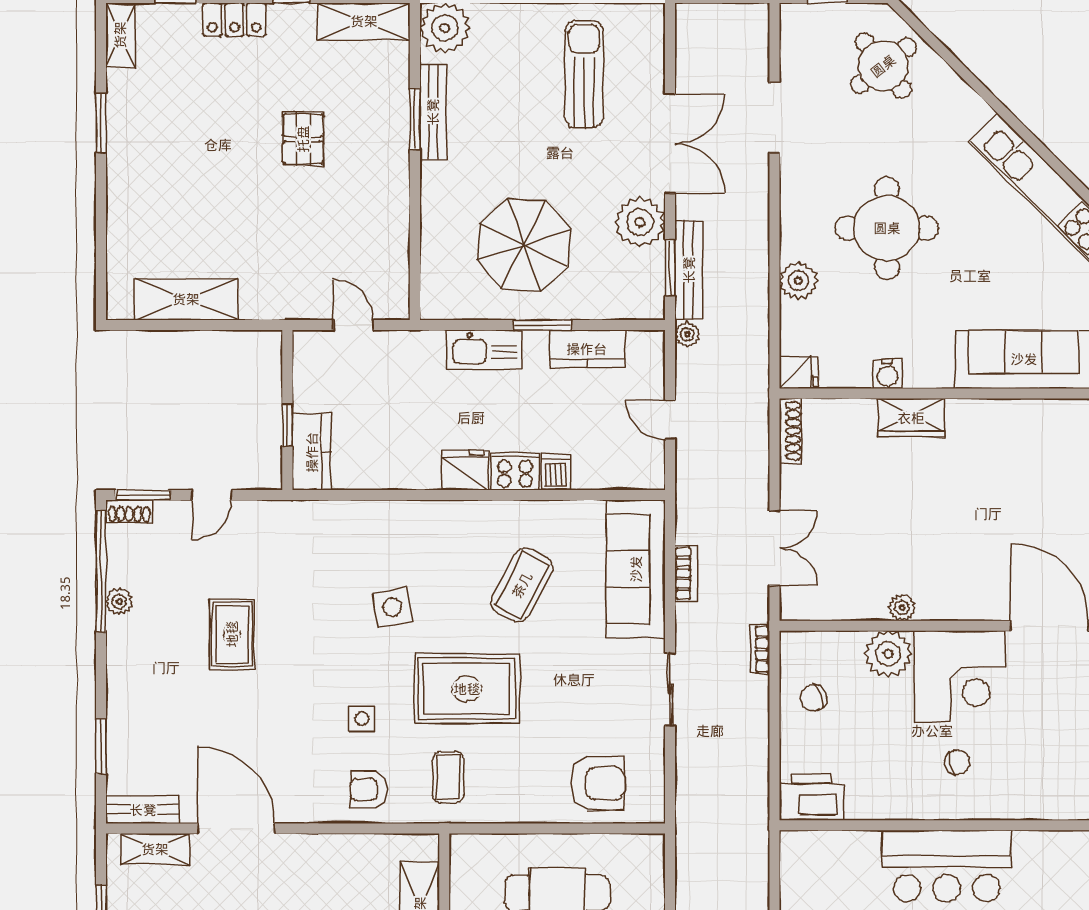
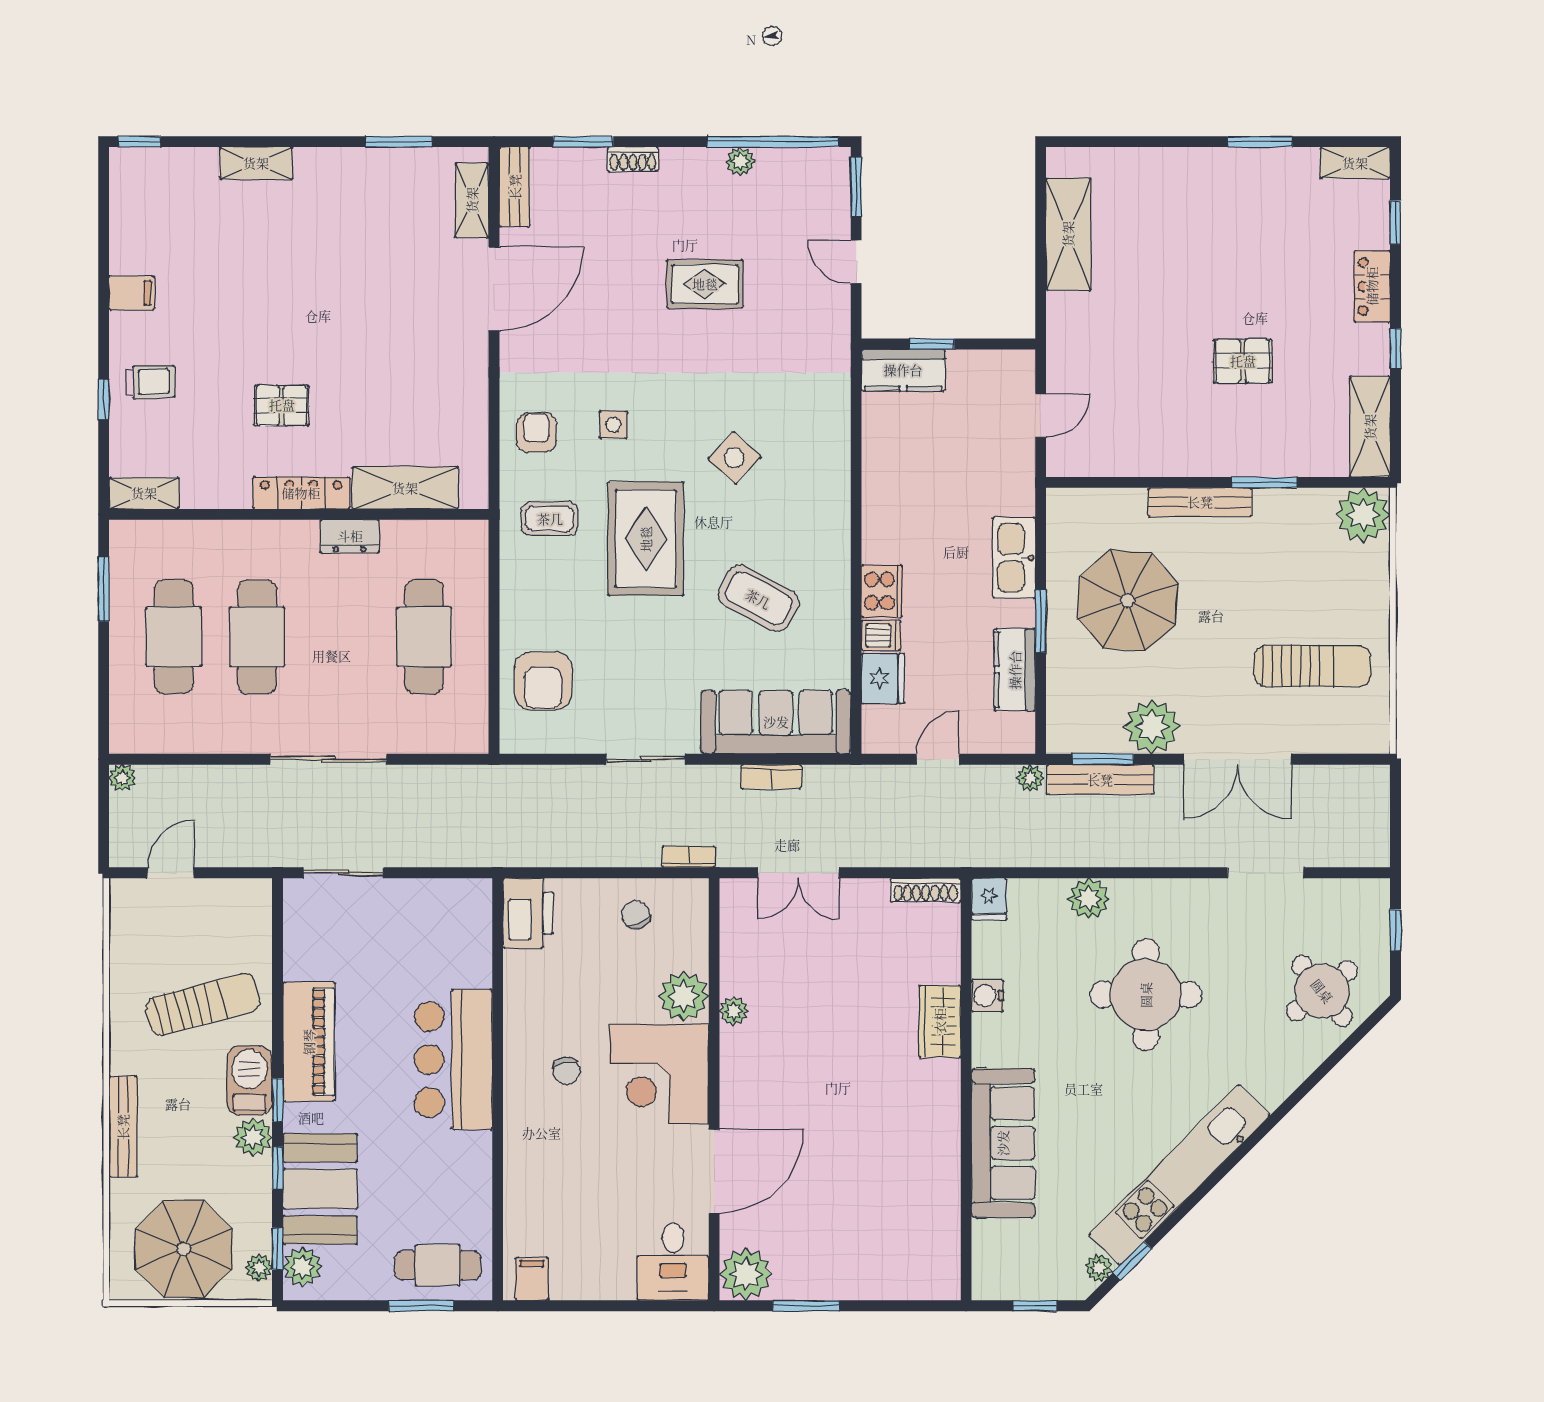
bench: (433, 112) -> (1200, 502), moved
fridge: (465, 470) -> (883, 679), moved
shoe rack: (129, 511) -> (633, 159), moved, turned -90
side table: (392, 607) -> (734, 458), turned -36

